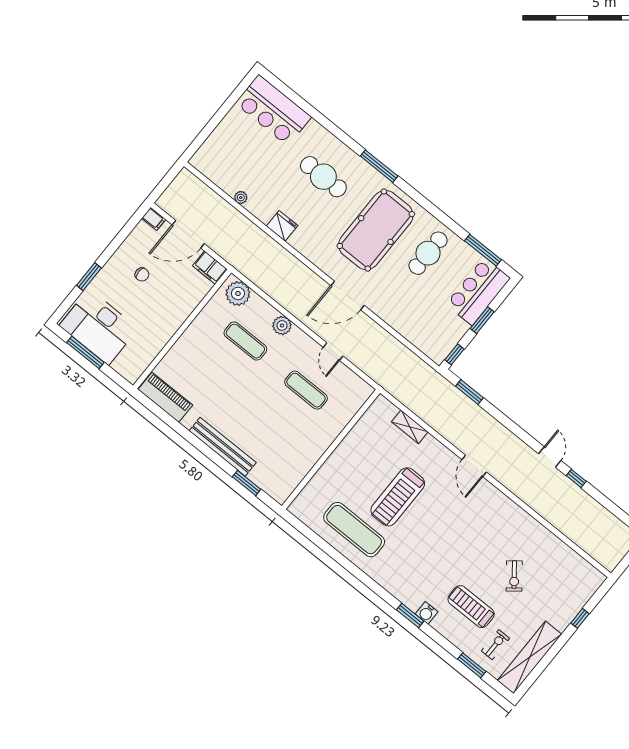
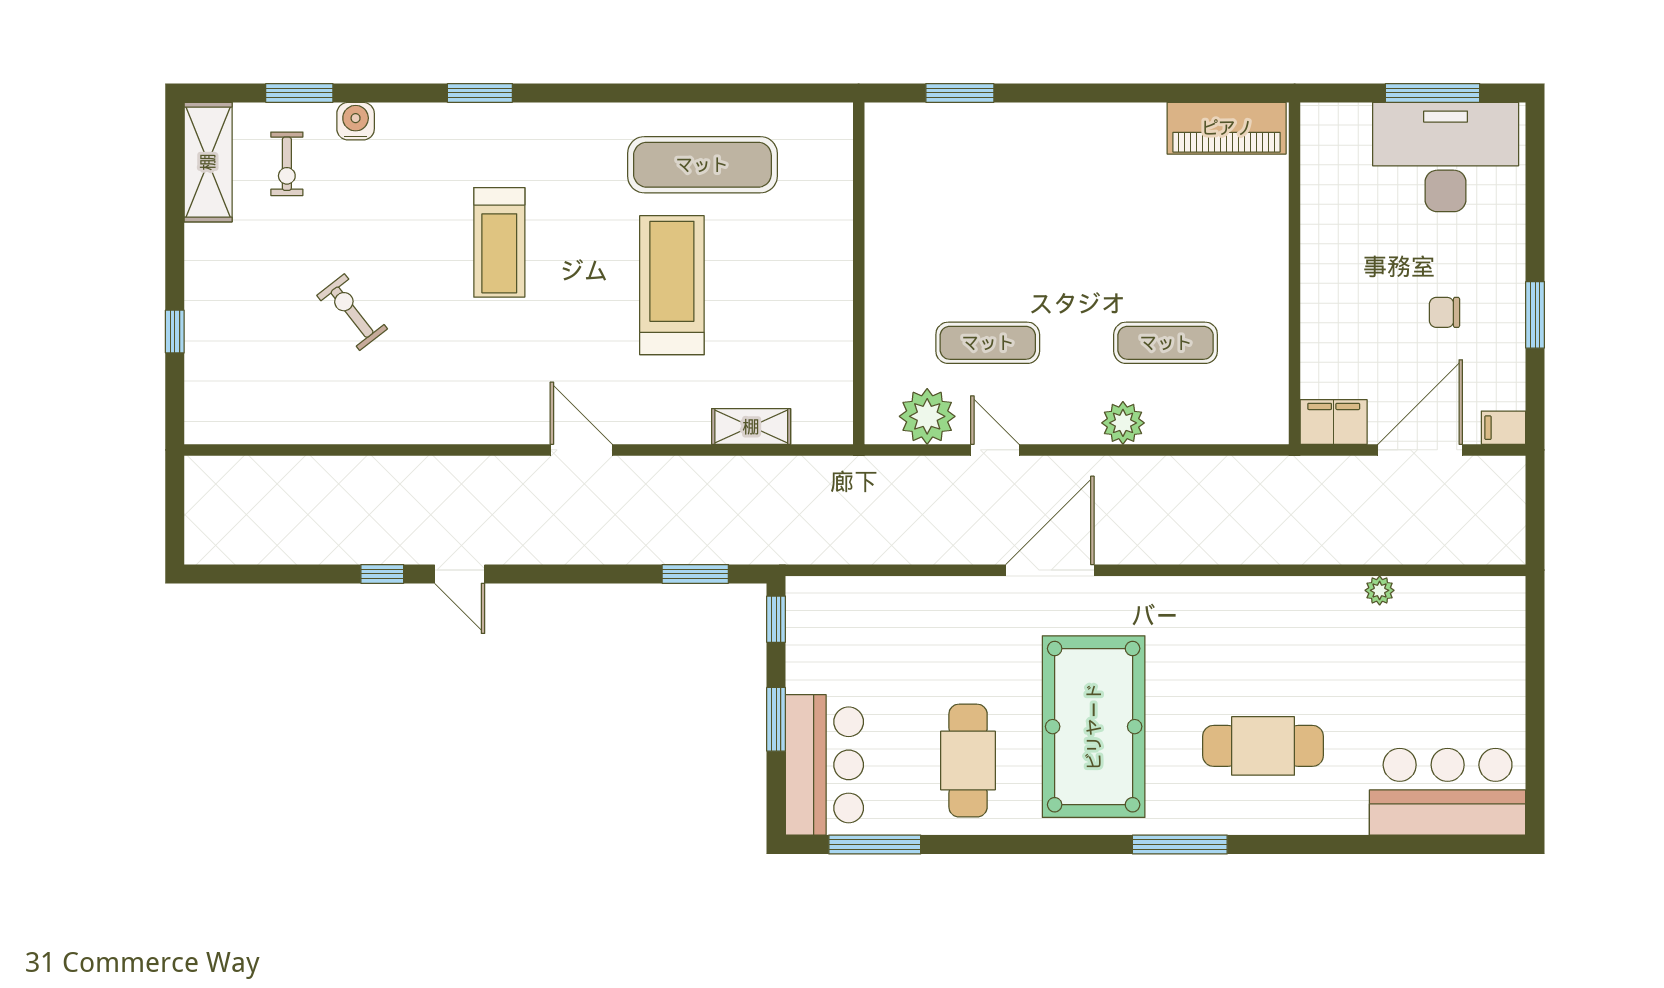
fridge: (282, 226) -> (1266, 599), removed
window: (89, 277) -> (1535, 315), moved
plant: (238, 293) -> (927, 416), moved
bench: (223, 447) -> (1054, 123), removed
treadmill: (471, 607) -> (499, 242), moved, turned 90
water cooler: (427, 613) -> (356, 121), moved
shelving: (530, 657) -> (208, 162), width x0.68

